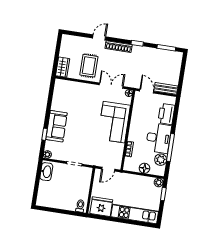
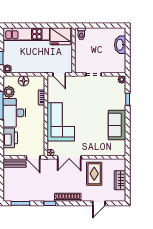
door: (99, 37) -> (99, 203), moved
wardrobe: (63, 67) -> (120, 180), moved
sofa: (57, 126) -> (117, 125), moved
door: (108, 169) -> (59, 74), swing flipped
washbasin: (46, 172) -> (120, 45), moved

